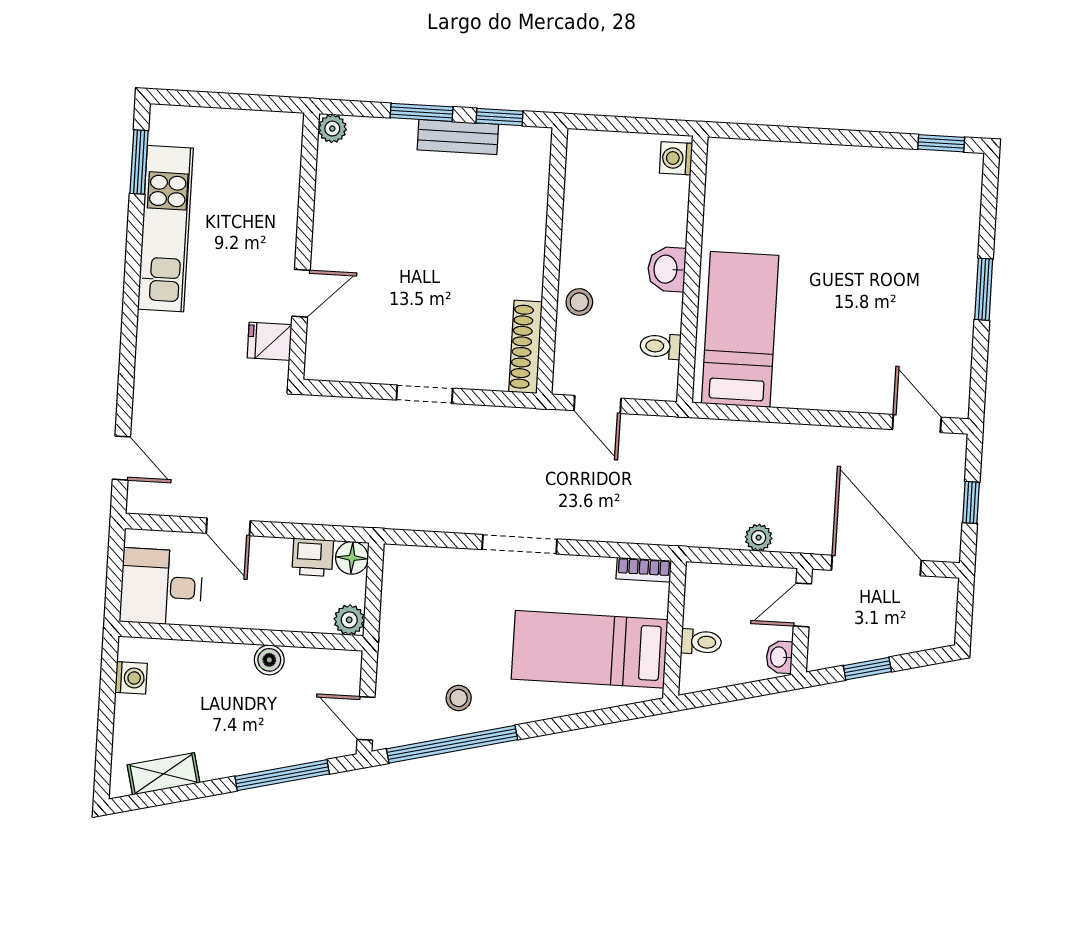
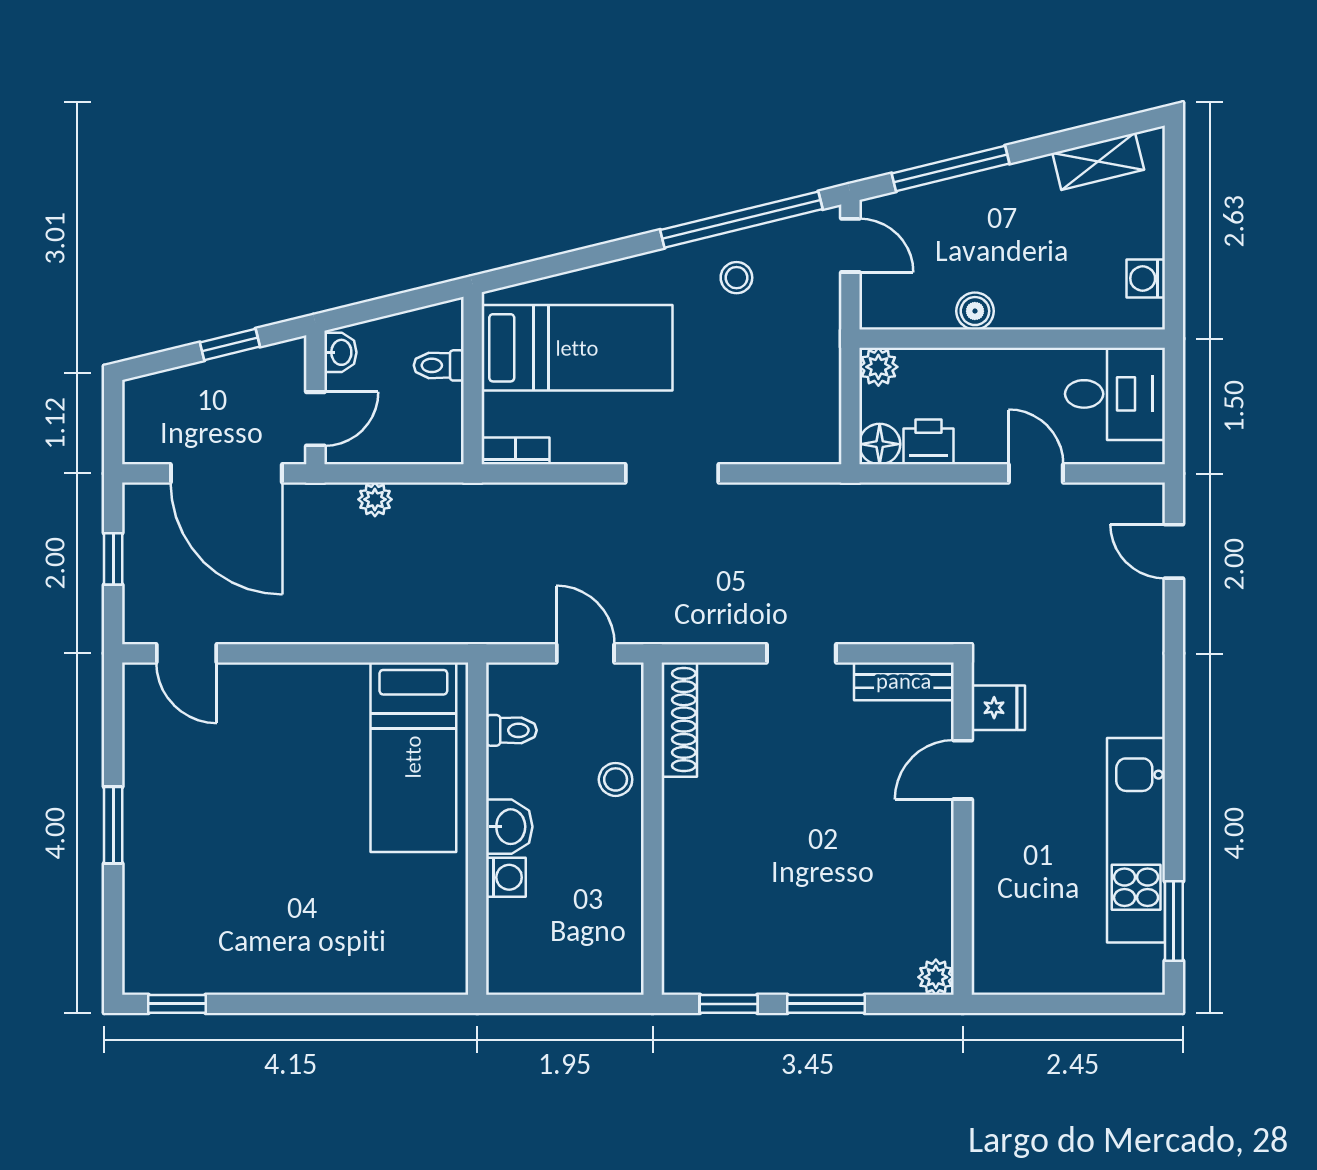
bench: (458, 137) -> (904, 681), moved
washing machine: (676, 158) -> (506, 877), moved

